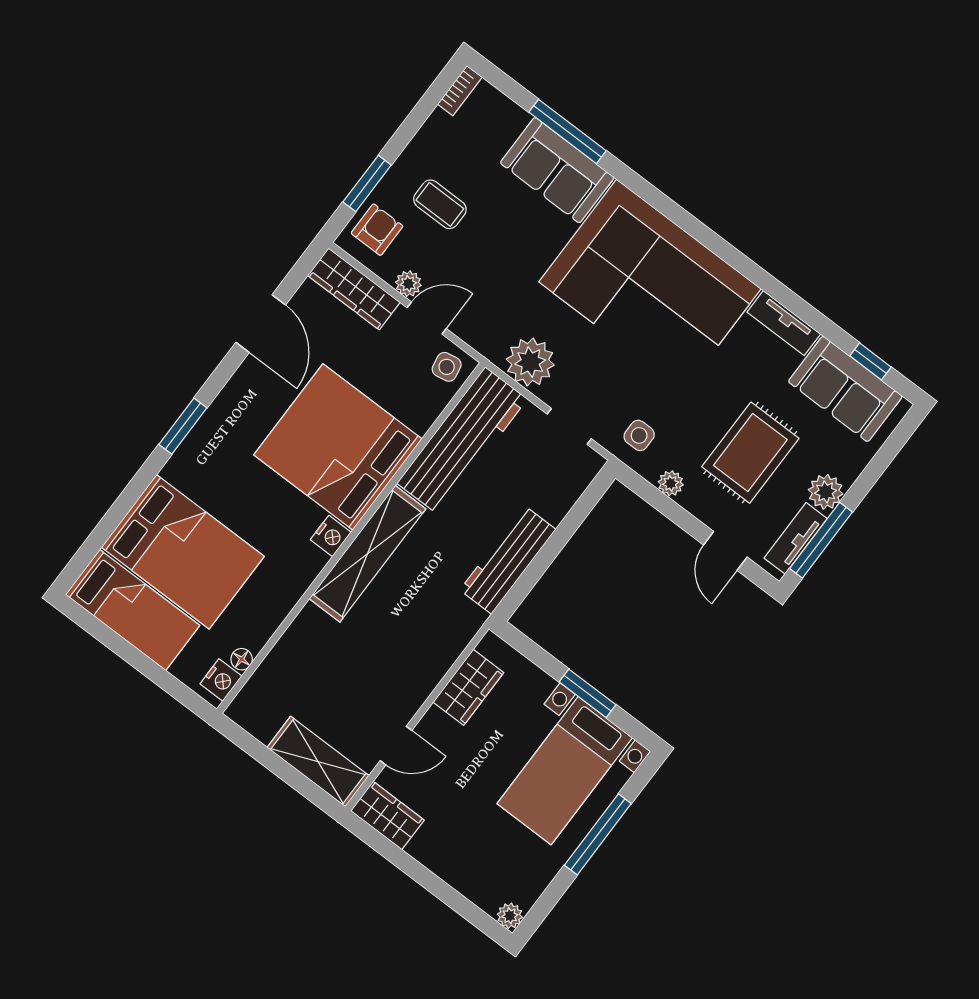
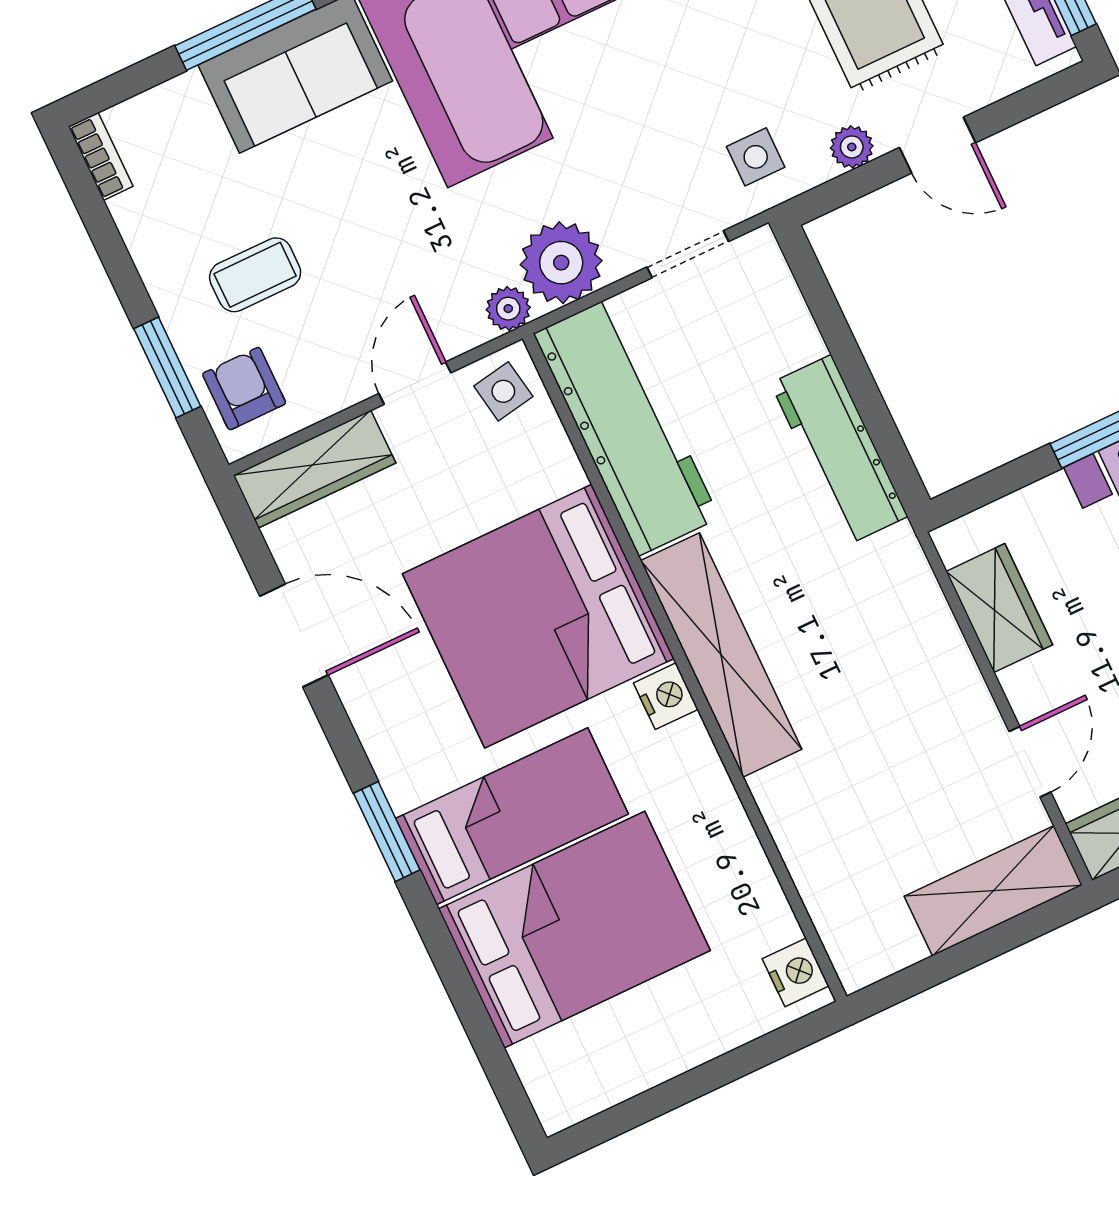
plant: (408, 284) -> (508, 309), moved
door: (725, 551) -> (938, 145), moved
bed: (133, 610) -> (512, 816), moved
floor lamp: (242, 659) -> (781, 925), removed

